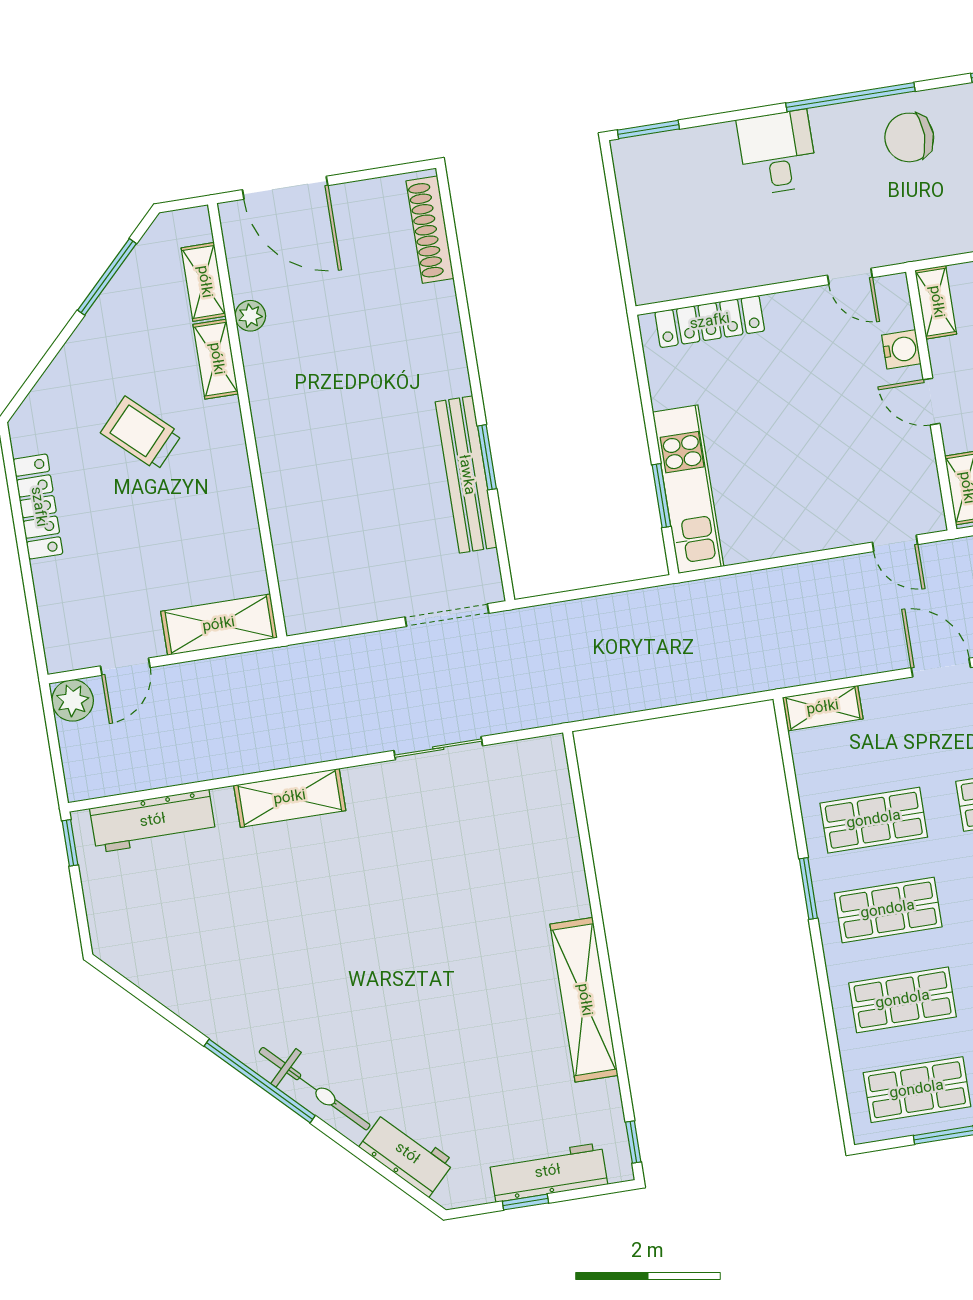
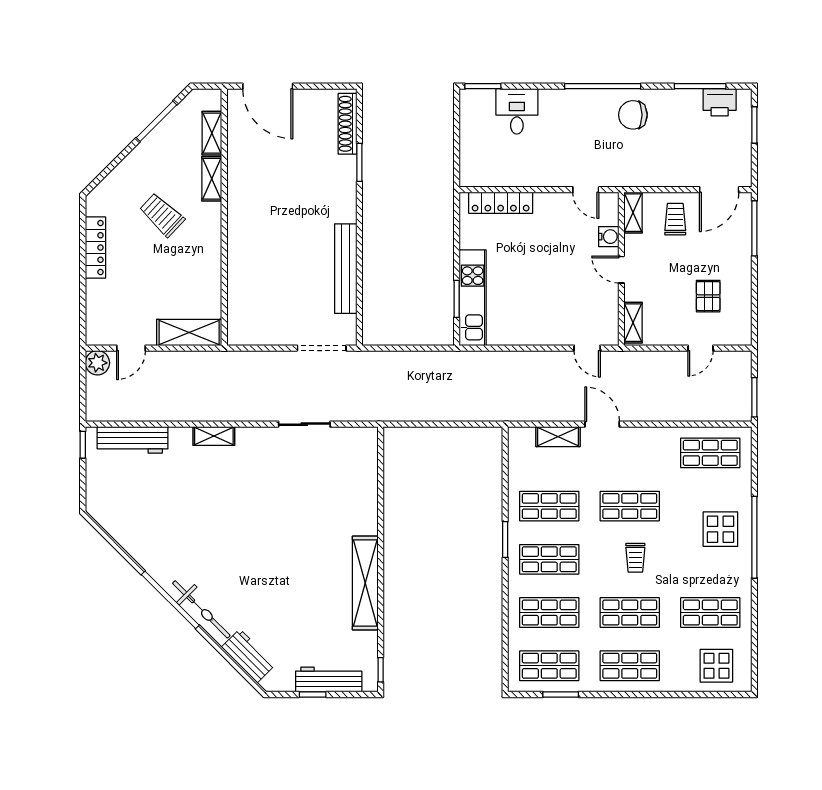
desk: (777, 153) -> (517, 111), moved
plant: (250, 316) -> (236, 157), removed
window: (487, 457) -> (359, 162), moved
shelving: (823, 708) -> (558, 437), moved
shelving: (290, 798) -> (214, 436), width x0.67, depth x0.75

